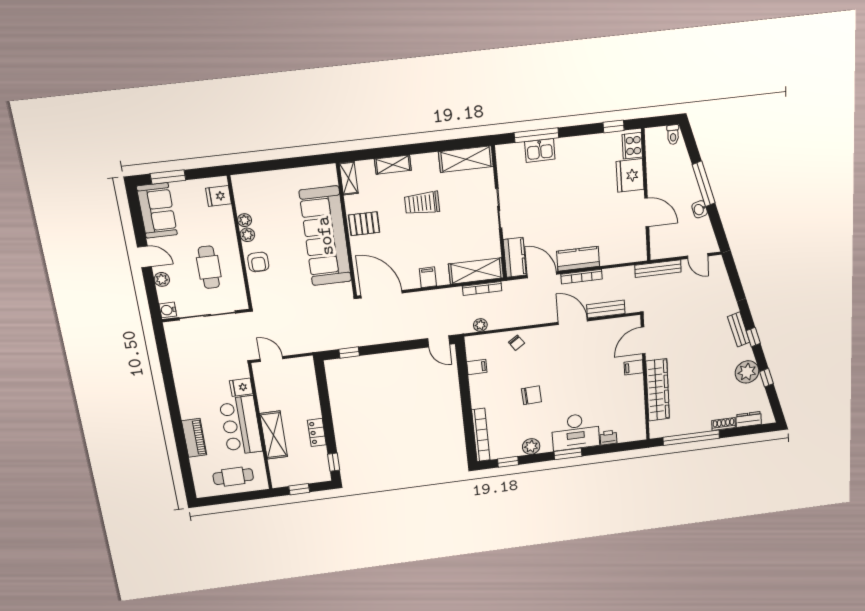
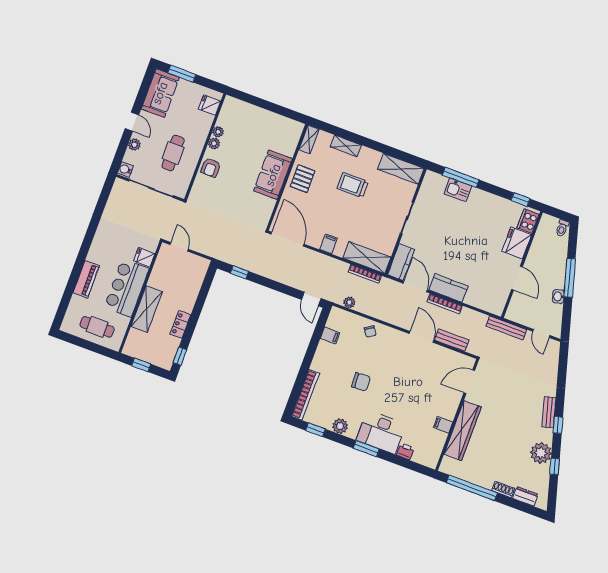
pallet: (364, 224) -> (303, 179), turned 90
sofa: (325, 236) -> (273, 175), width x0.54, depth x0.79
filing cabinet: (634, 367) -> (443, 425), moved

